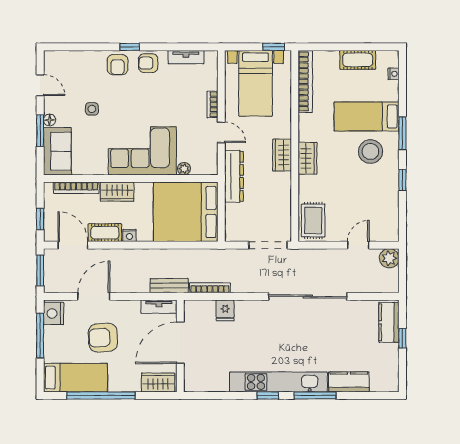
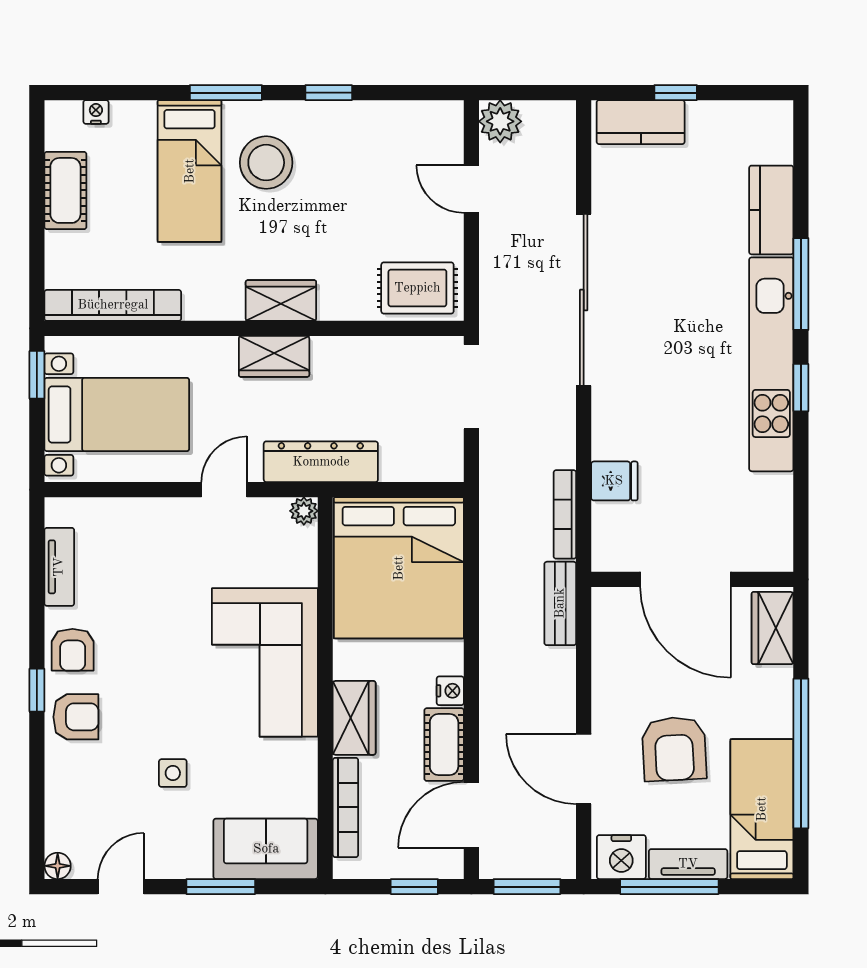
bookcase: (212, 104) -> (163, 509), removed
floor lamp: (50, 120) -> (58, 866), moved
plant: (184, 169) -> (304, 511), moved
tv unit: (159, 307) -> (688, 864), moved, turned -90

